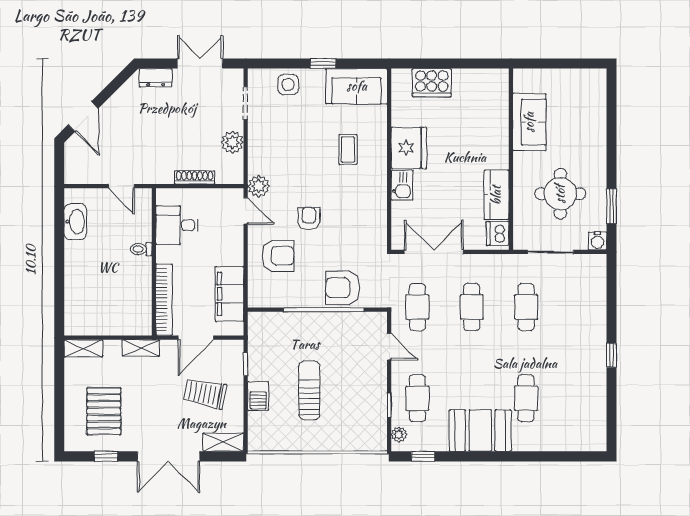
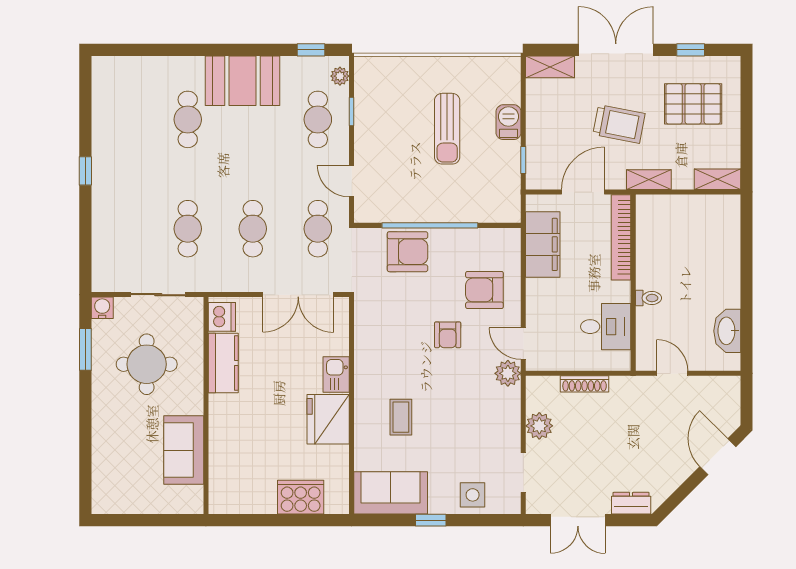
trolley: (205, 394) -> (619, 124), moved
pallet: (104, 411) -> (693, 104), turned 90

